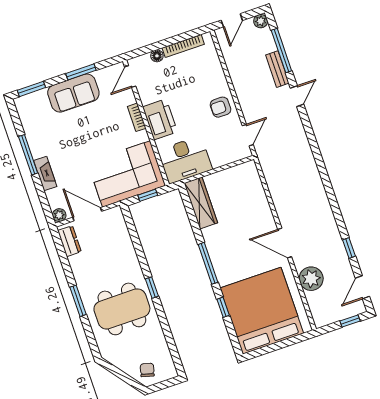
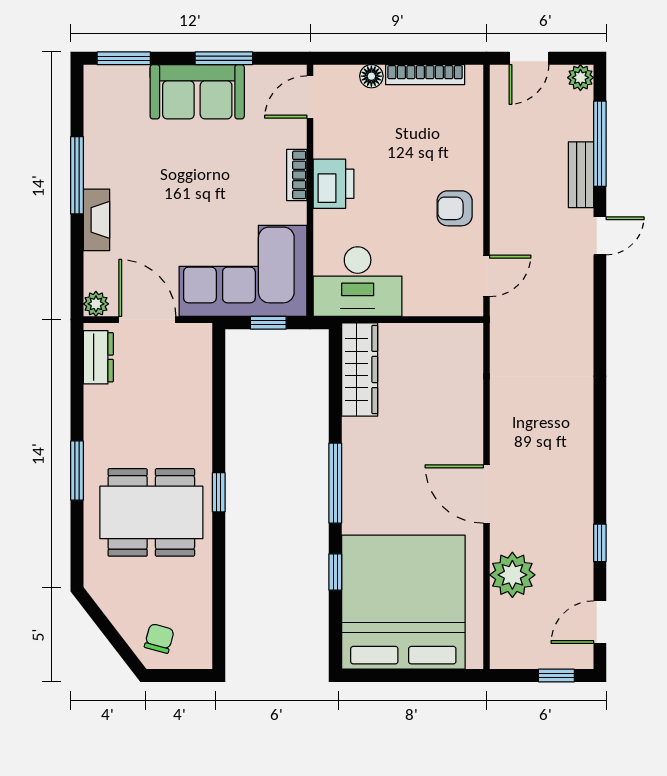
printer: (160, 119) -> (334, 184), width x0.73, depth x0.84

